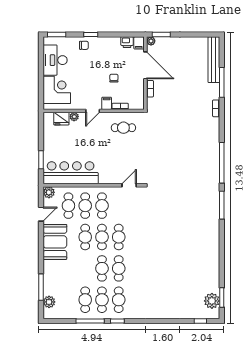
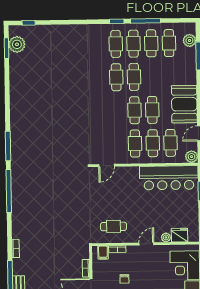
filing cabinet: (107, 103) -> (103, 253), moved
cafe table: (119, 237) -> (169, 43), moved

